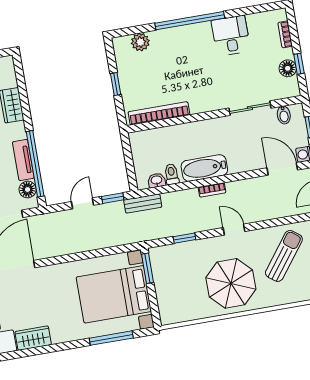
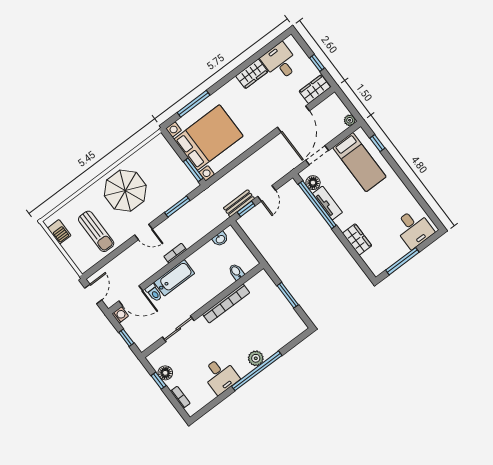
plant: (140, 42) -> (256, 358), moved
window: (116, 84) -> (288, 295), width x1.50
bookcase: (159, 113) -> (226, 304), moved
bidet: (284, 115) -> (236, 272), moved
bathtub: (204, 168) -> (174, 278), moved
toilet: (172, 174) -> (154, 293), moved
bench: (143, 204) -> (239, 203), moved
window: (184, 238) -> (177, 207), width x1.50
sun lounger: (284, 256) -> (96, 231), turned -37

